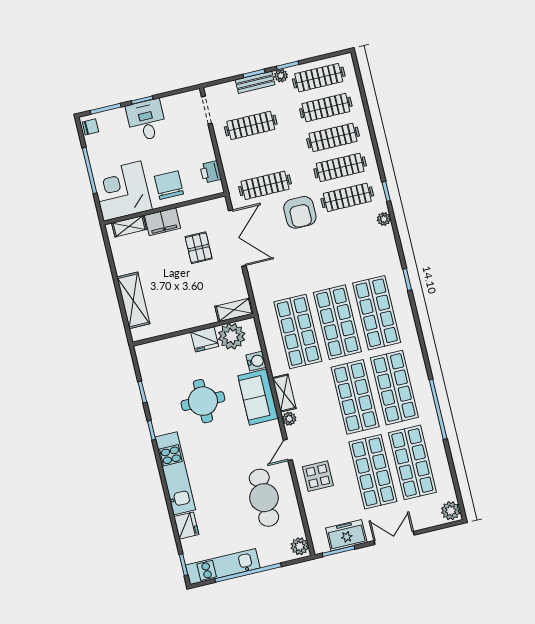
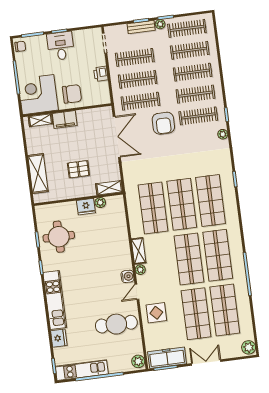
clothes rail: (258, 155) -> (138, 79), added
printer: (211, 172) -> (101, 74), moved
chair: (169, 185) -> (72, 94), turned 90
pallet: (199, 248) -> (78, 169), moved, turned 90
plant: (232, 336) -> (100, 203), width x0.53, depth x0.53
water cooler: (256, 361) -> (128, 276), moved
sofa: (258, 397) -> (120, 252), removed
round table: (203, 401) -> (59, 237), moved
cafe table: (264, 498) -> (116, 324), turned 90
freezer: (346, 535) -> (167, 358), width x1.40

